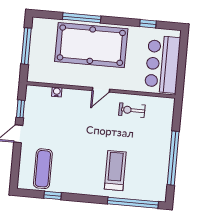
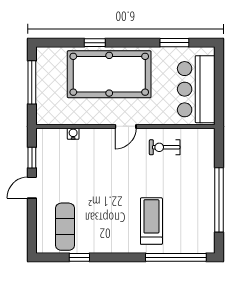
window: (82, 18) -> (95, 43), width x0.46
window: (148, 24) -> (174, 43), width x1.50

